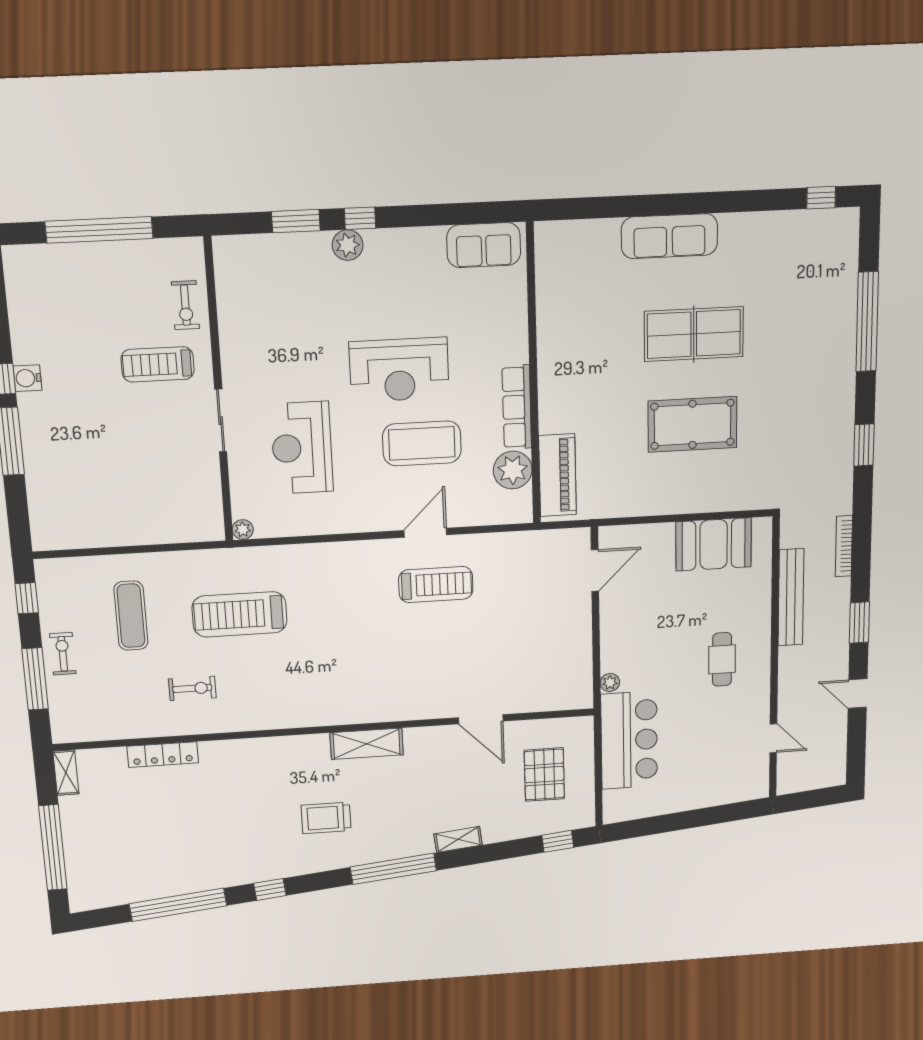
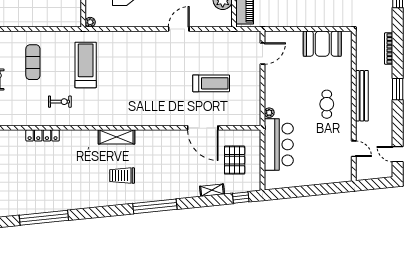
treadmill: (436, 585) -> (211, 83), moved
bench: (791, 597) -> (362, 96), moved
treadmill: (239, 614) -> (86, 65), turned 90
door: (858, 694) -> (398, 154), moved
door: (481, 719) -> (203, 128), width x1.36
shelving: (367, 744) -> (116, 137), moved
shelving: (458, 839) -> (212, 190), moved
window: (270, 889) -> (91, 213), removed

